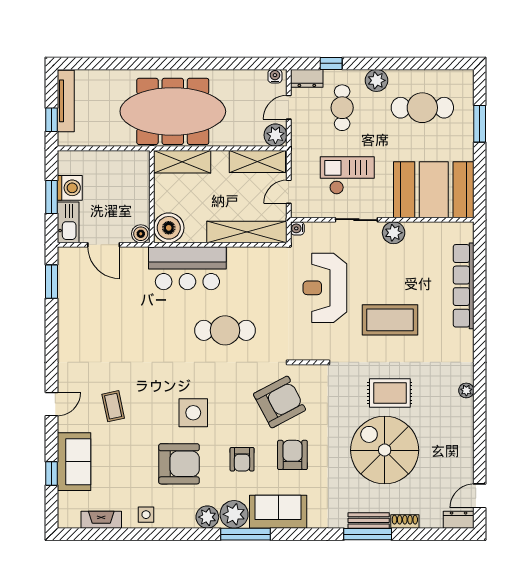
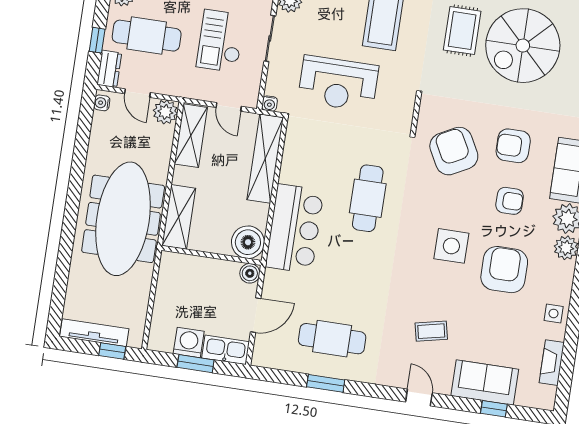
cafe table: (342, 108) -> (147, 36), width x1.37, depth x1.35
window: (51, 282) -> (326, 383), moved
cafe table: (93, 317) -> (332, 339), added

